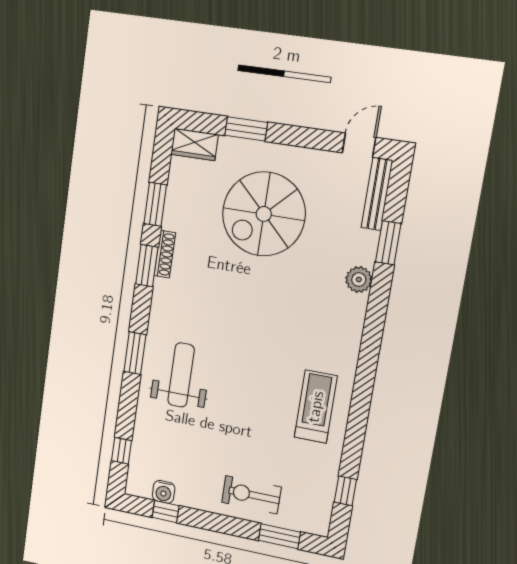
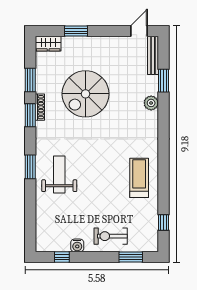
spiral stairs: (264, 214) -> (86, 94), moved
window: (122, 451) -> (30, 226), removed
water cooler: (164, 492) -> (77, 245), moved

